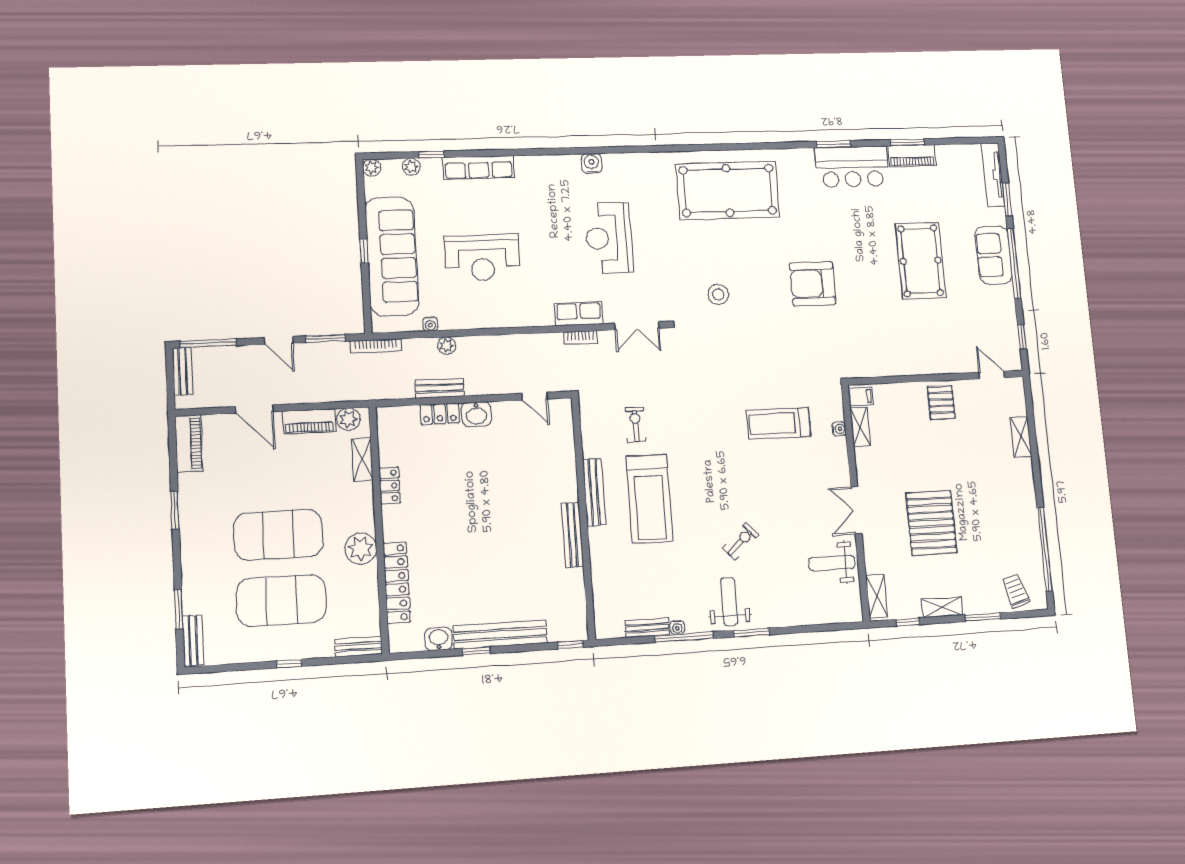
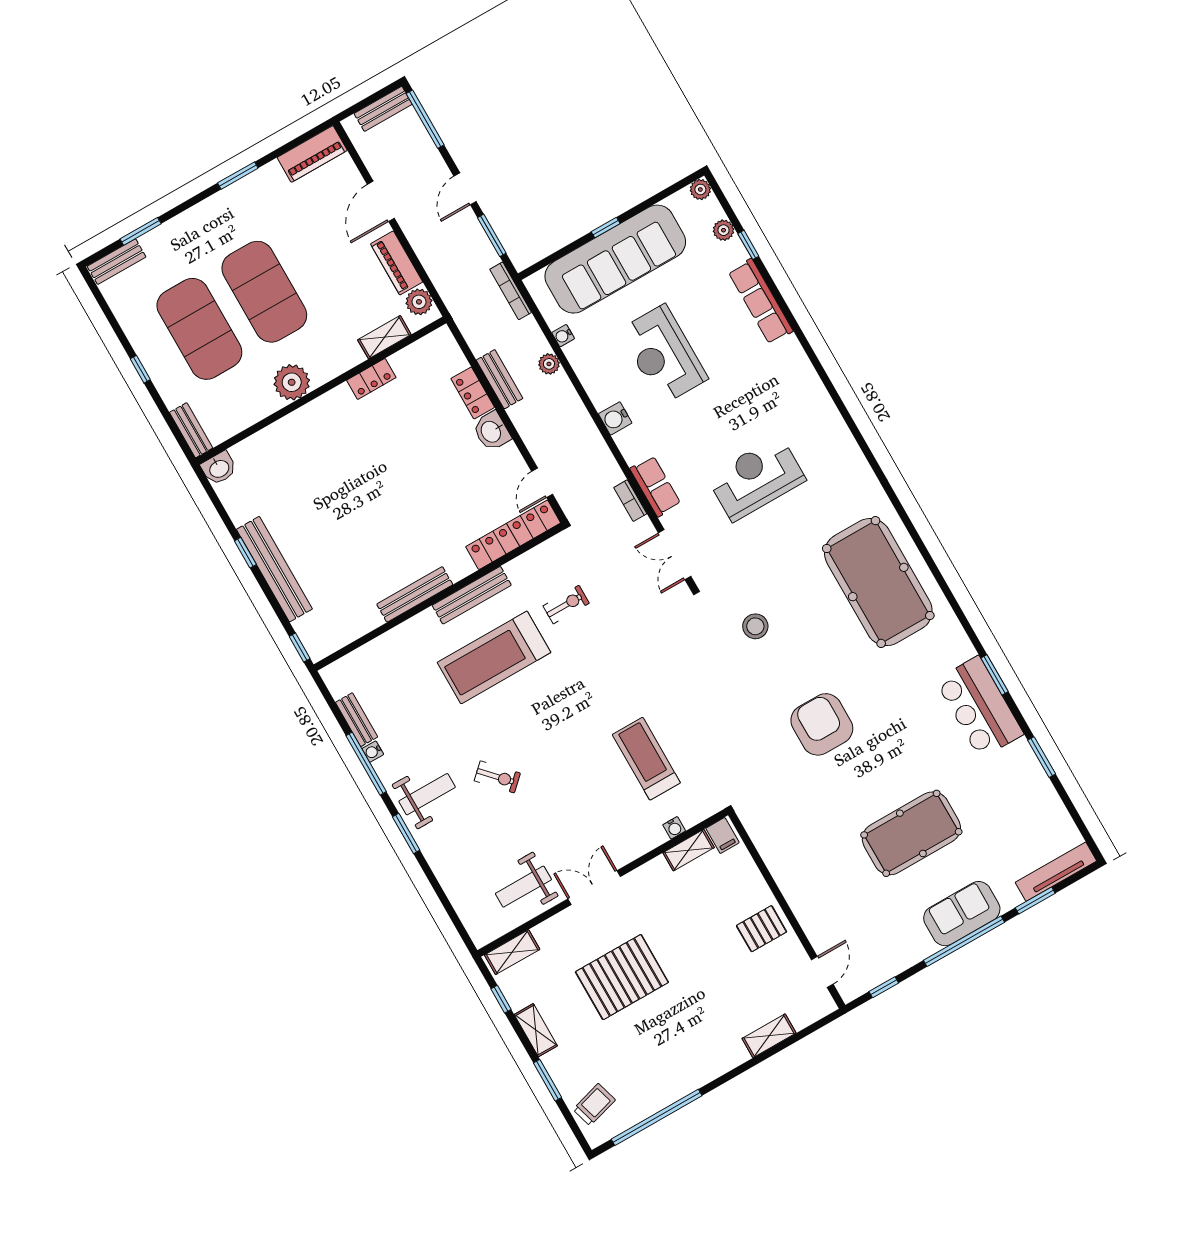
piano: (912, 156) -> (1029, 769), removed
water cooler: (591, 163) -> (615, 418), moved, turned 180
weight bench: (832, 563) -> (523, 887), turned -90
locker: (397, 583) -> (513, 535), moved, turned 180
washbasin: (438, 639) -> (219, 468), moved, turned 90

